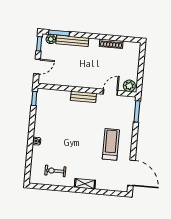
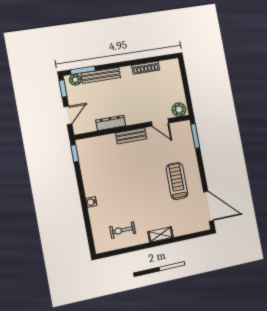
dresser: (70, 82) -> (111, 123), added
door: (110, 92) -> (160, 122), swing flipped

